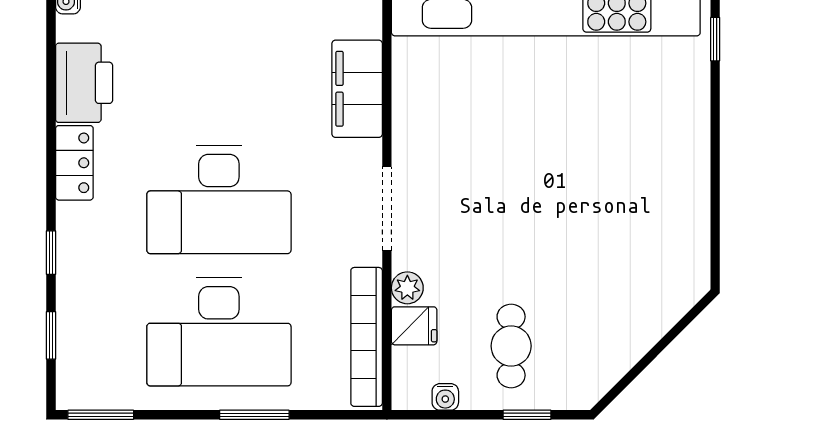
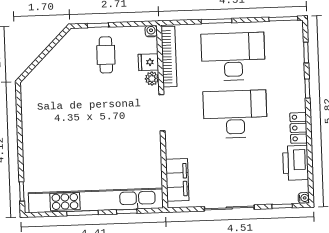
filing cabinet: (357, 89) -> (177, 180), moved
water cooler: (445, 397) -> (151, 31), moved

